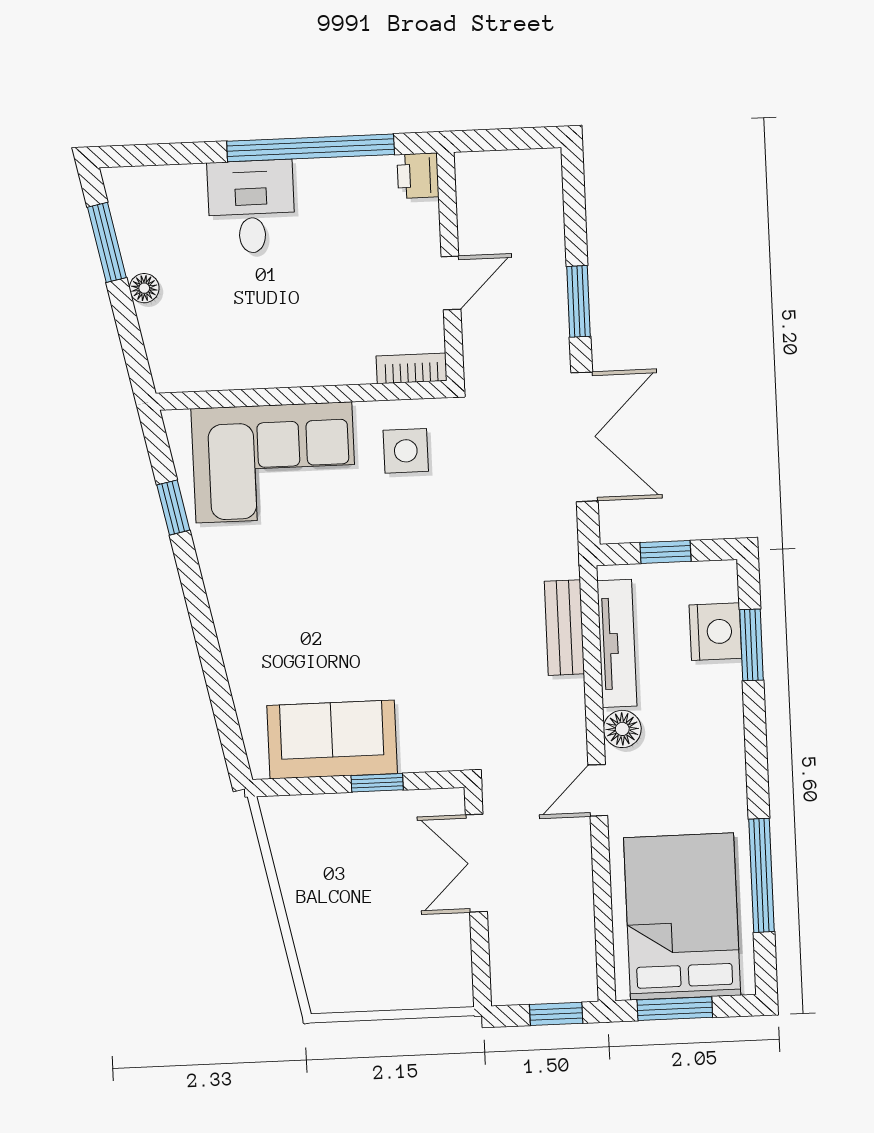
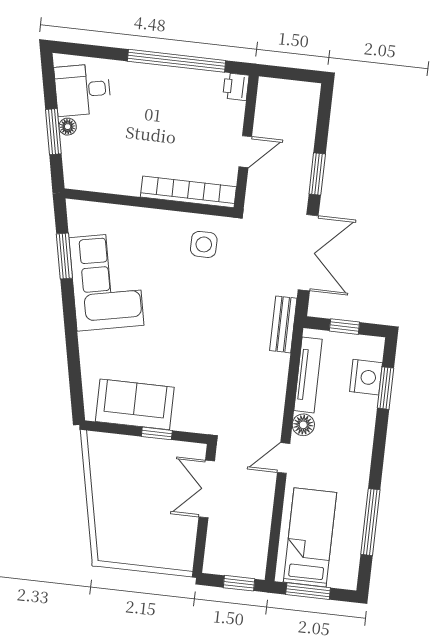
desk: (251, 207) -> (83, 90), moved, turned -102
window: (107, 242) -> (53, 132), moved
bookcase: (412, 368) -> (188, 192), width x2.31, depth x1.31
corner sofa: (274, 462) -> (106, 282), moved, turned -102
window: (173, 508) -> (64, 256), width x1.50
bench: (564, 628) -> (283, 324), moved
bed: (682, 916) -> (310, 537), width x0.67

